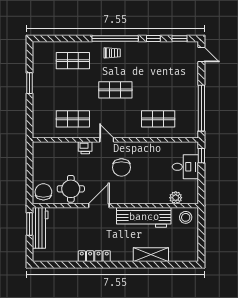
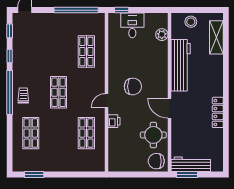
window: (29, 83) -> (34, 174), moved
stool: (186, 217) -> (191, 22), moved
shelving: (151, 255) -> (216, 37), moved

